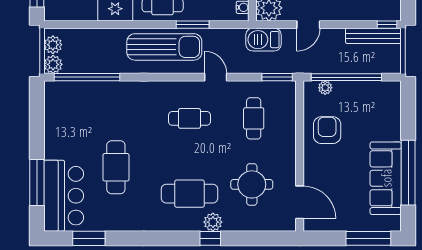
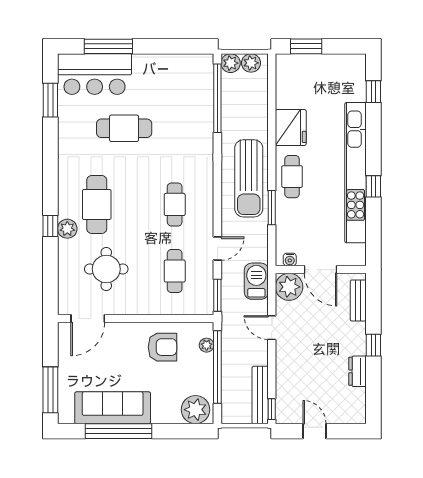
door: (216, 77) -> (217, 249), moved
plant: (387, 98) -> (196, 410), added
cafe table: (254, 118) -> (175, 271), turned 90

